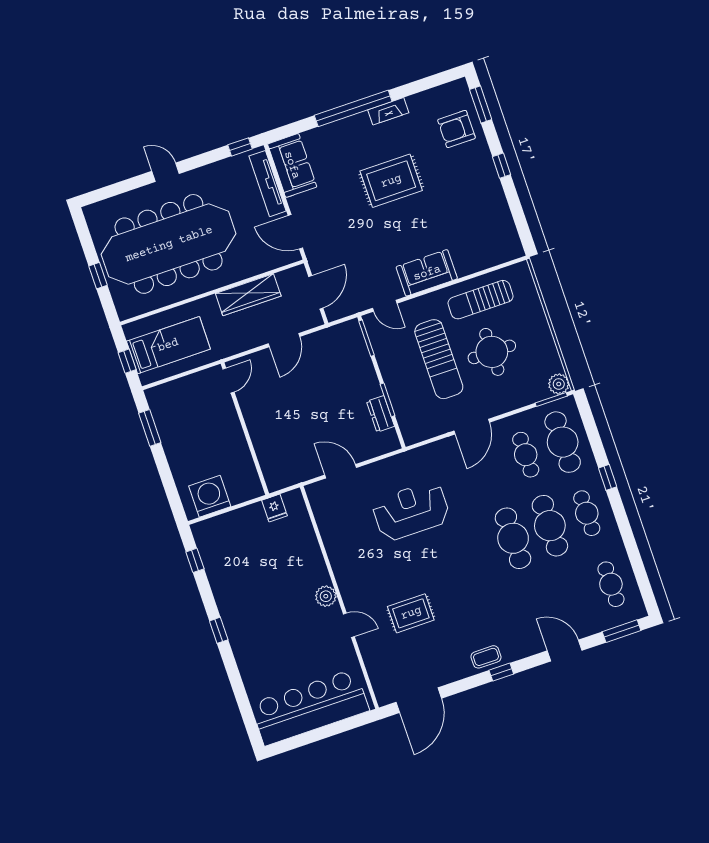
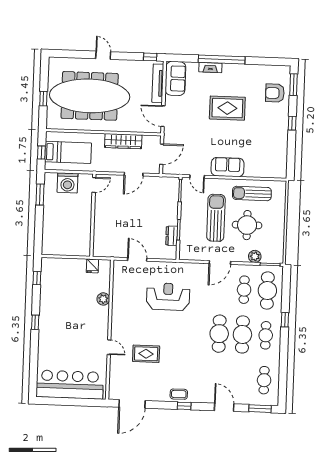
fireplace: (388, 111) -> (210, 68), moved
sun lounger: (439, 359) -> (216, 218), turned 180
plant: (559, 384) -> (255, 256), moved
washing machine: (210, 496) -> (68, 183), moved, turned 180
plant: (326, 596) -> (103, 299), moved

